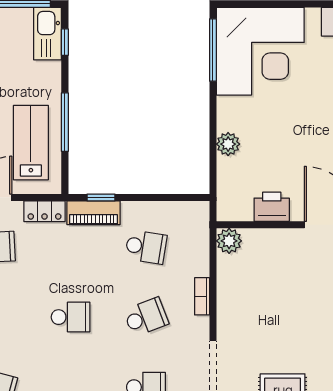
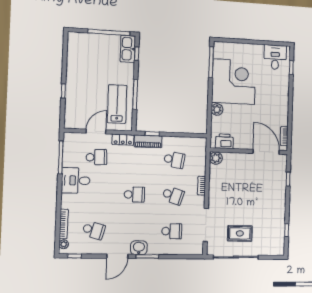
corner desk: (260, 51) -> (234, 82), moved, turned -90
printer: (272, 207) -> (224, 141), moved
school desk: (146, 317) -> (173, 195), turned 39

